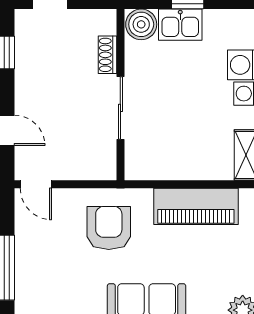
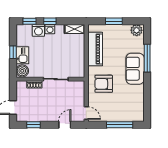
door: (36, 184) -> (86, 113), hinge flipped

